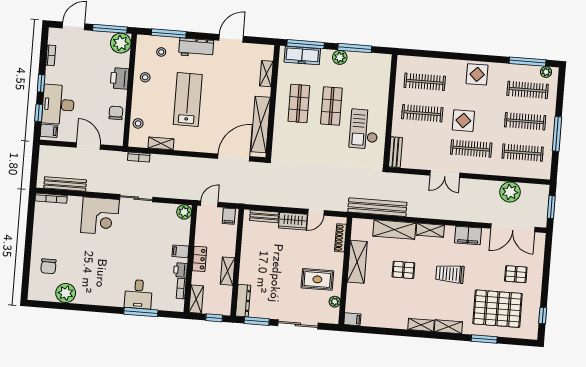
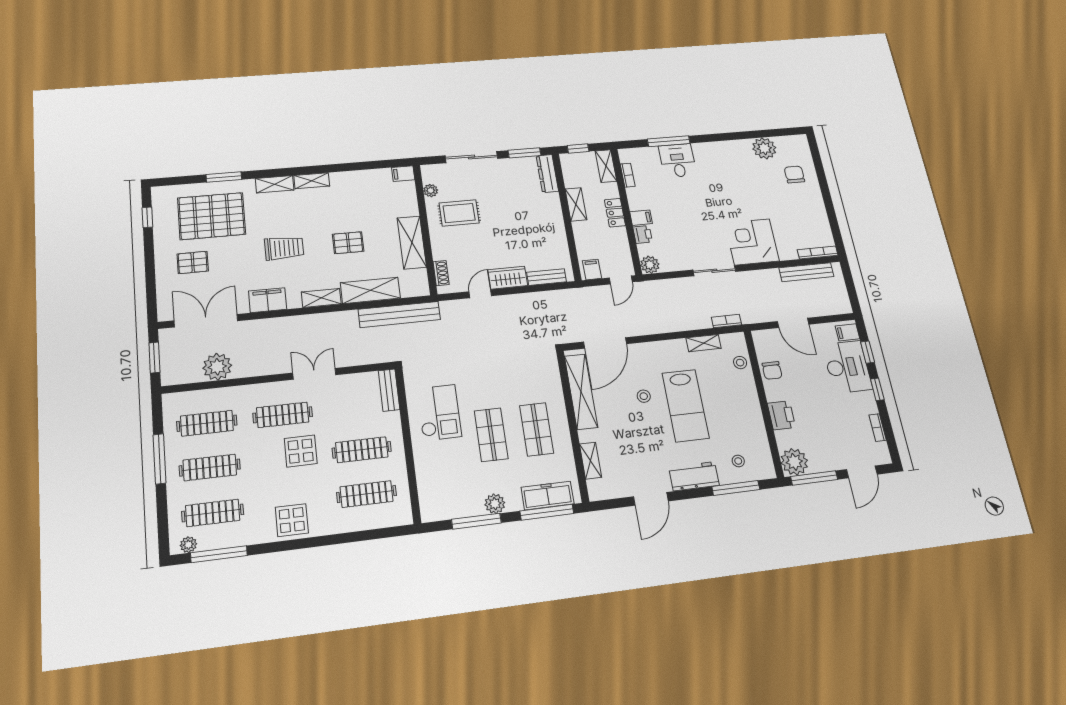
stool: (145, 77) -> (644, 396), moved
shoe rack: (340, 238) -> (441, 273), width x0.70
printer: (180, 270) -> (643, 234), moved

